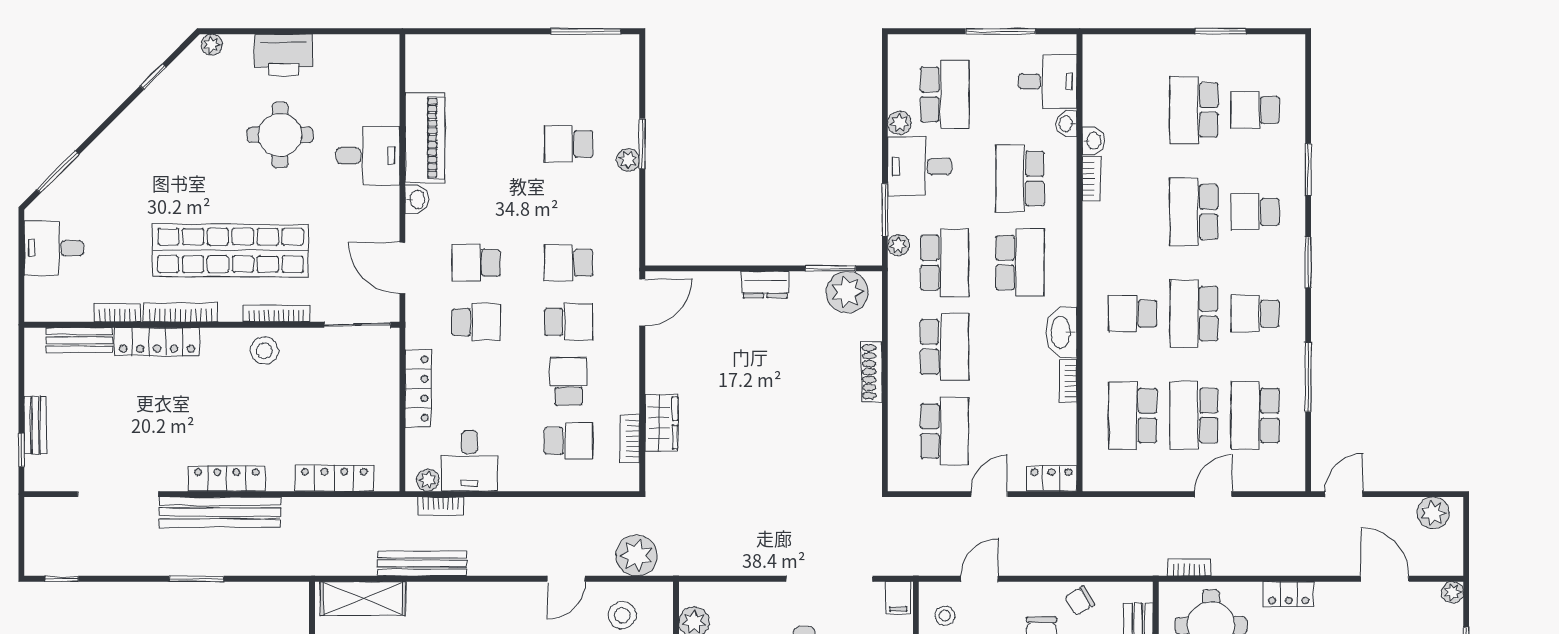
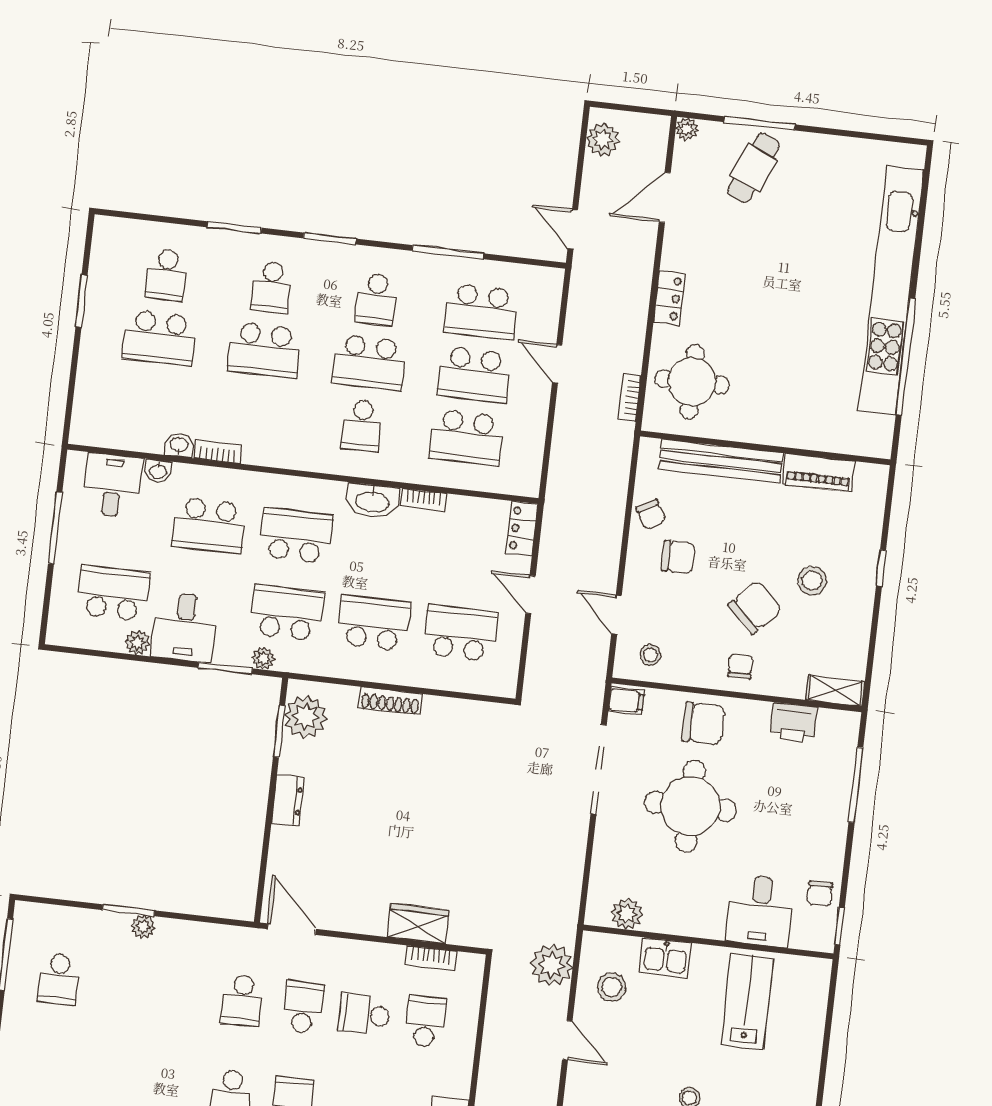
school desk: (568, 144) -> (59, 979), moved

